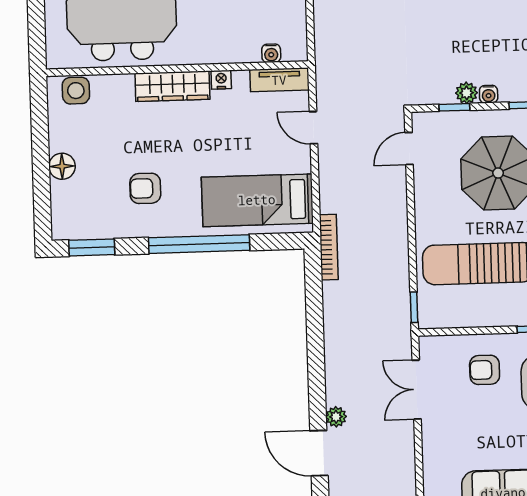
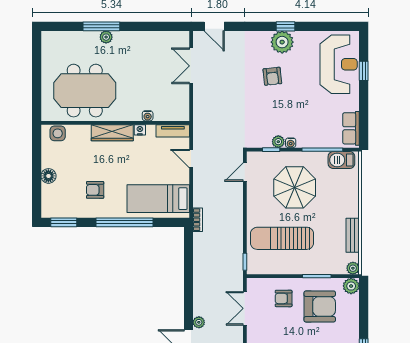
water cooler: (271, 53) -> (148, 116), moved
bookcase: (329, 247) -> (198, 220), width x0.64

